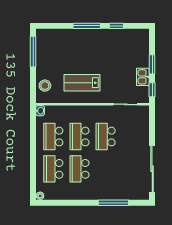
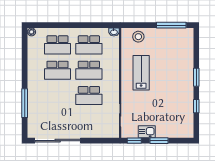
window: (87, 26) -> (196, 77), width x0.69
school desk: (53, 137) -> (89, 45), turned 180
school desk: (79, 137) -> (89, 70), turned 180
school desk: (106, 137) -> (89, 96), turned 180
school desk: (53, 169) -> (57, 45), turned 180
school desk: (79, 169) -> (57, 70), turned 180

